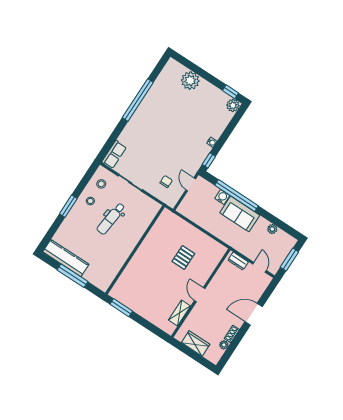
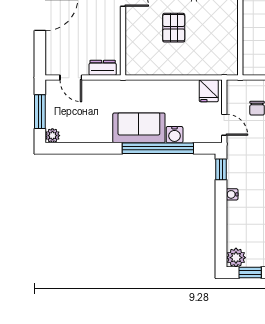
fridge: (187, 209) -> (209, 91), added
plant: (272, 229) -> (52, 136), moved

